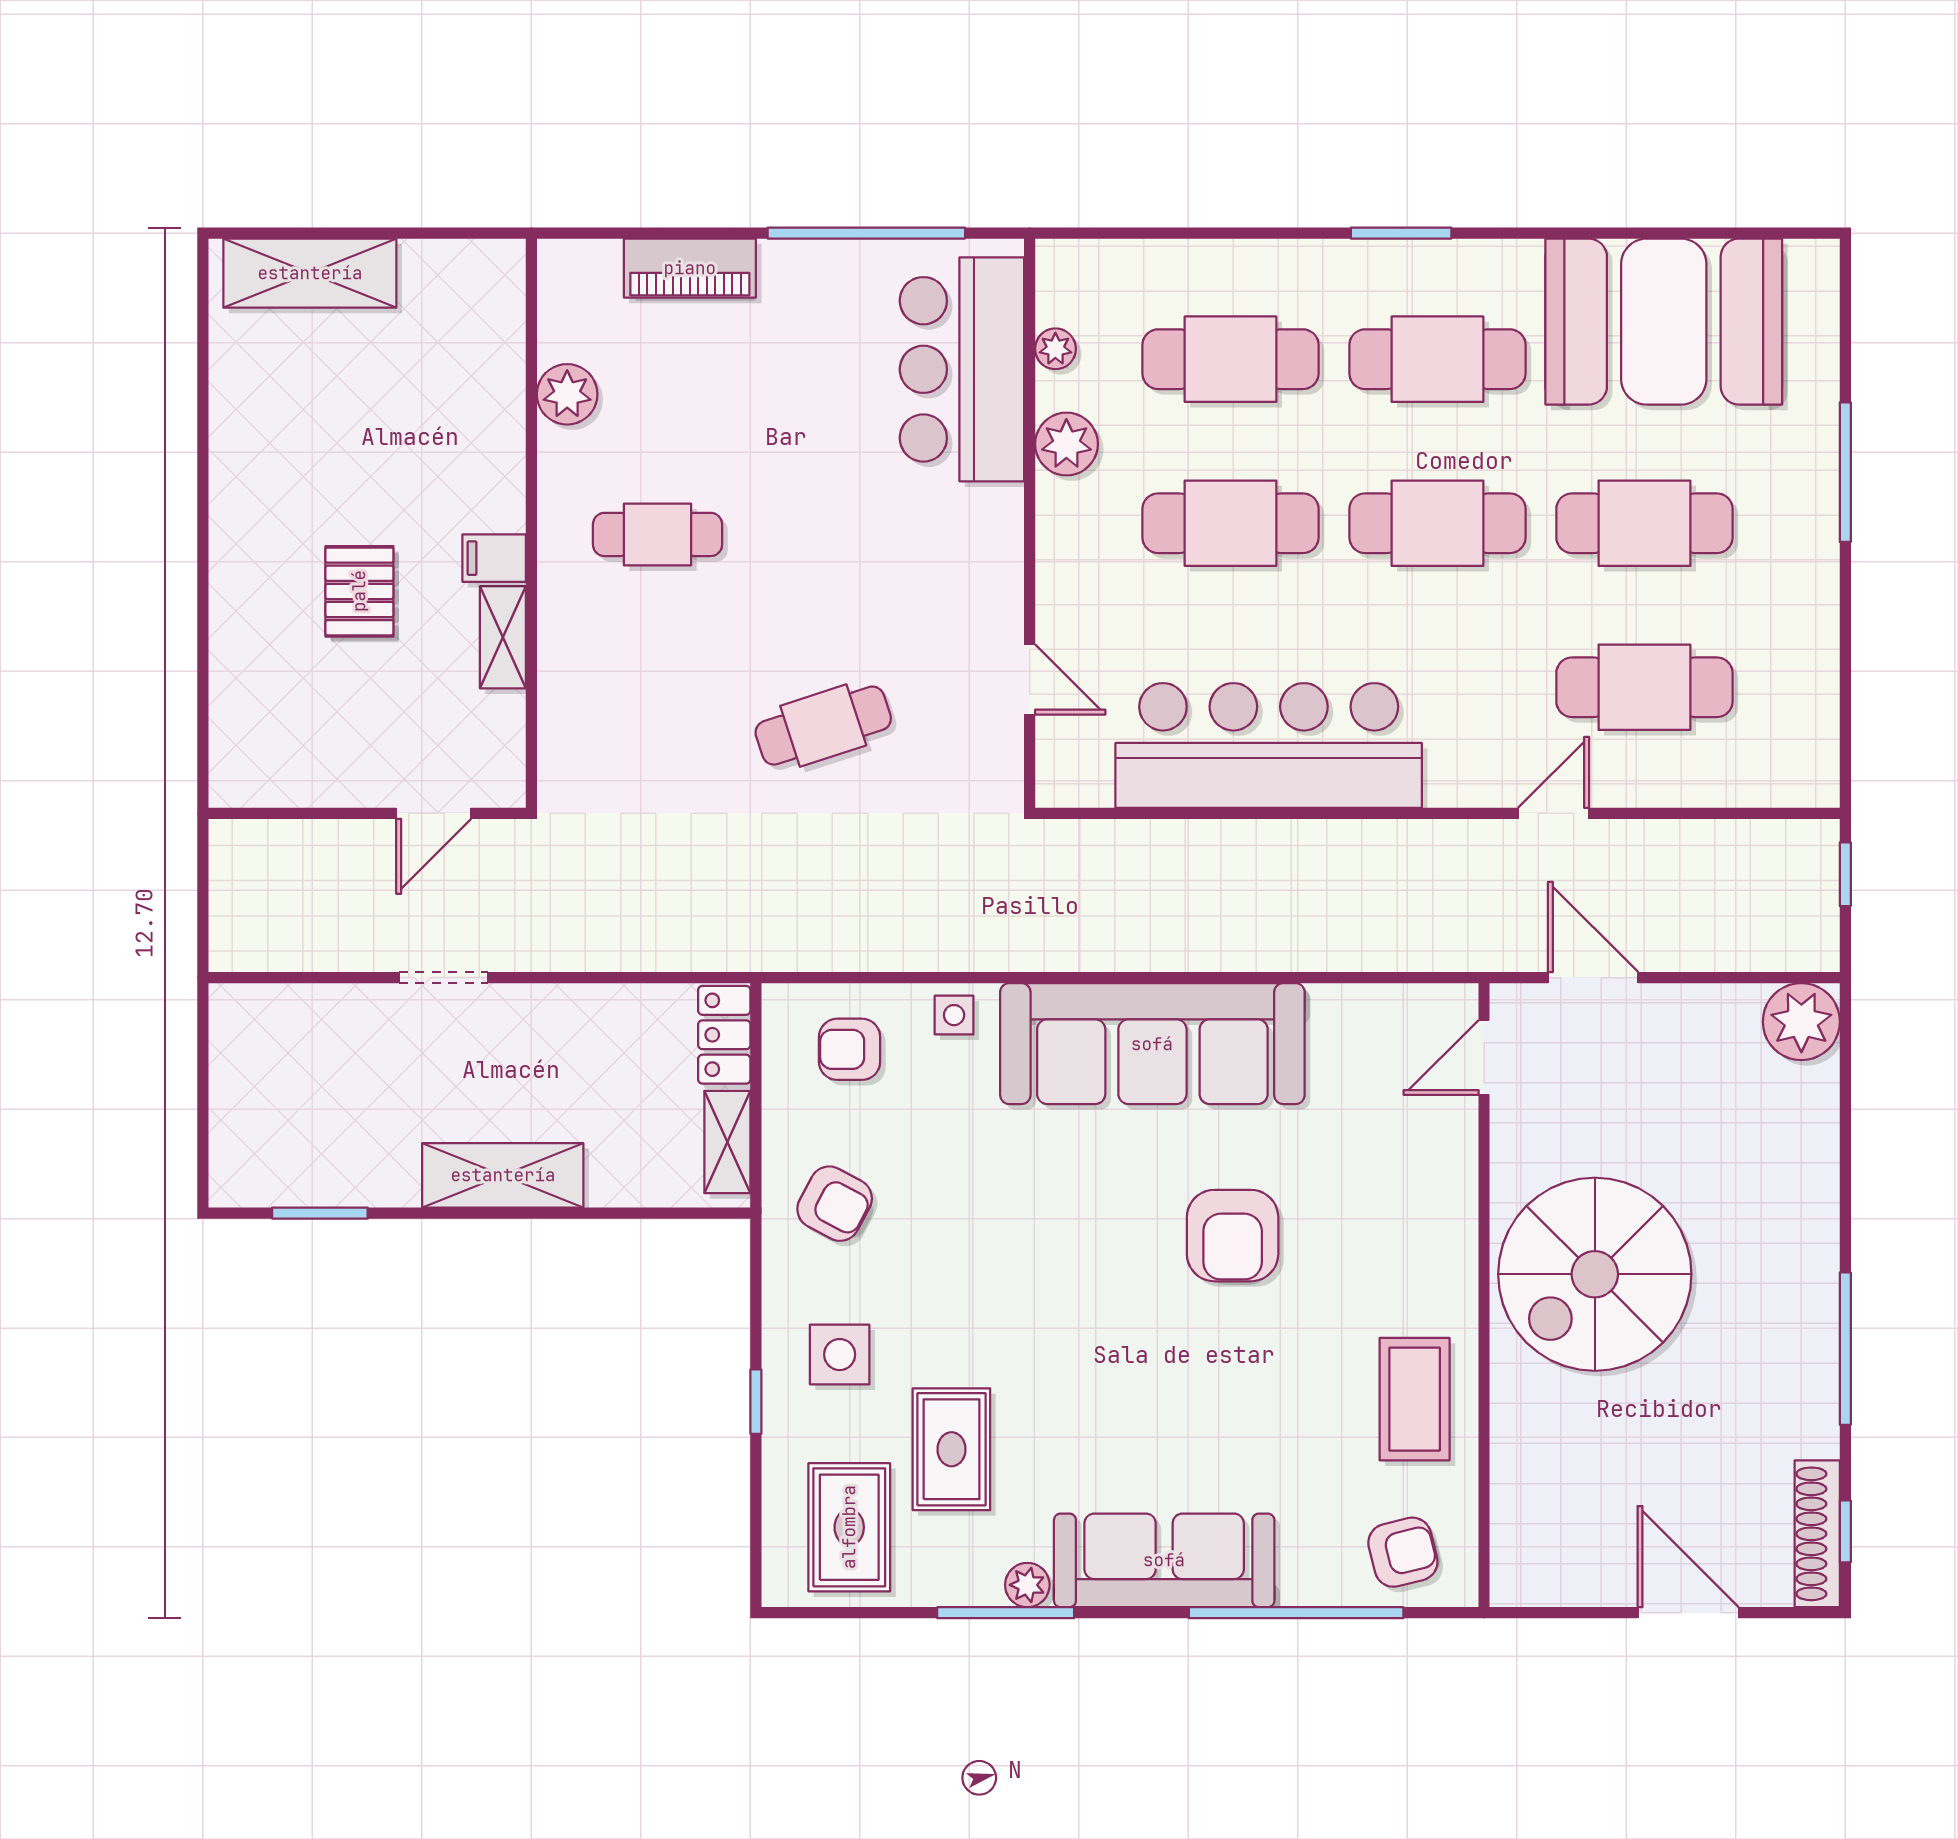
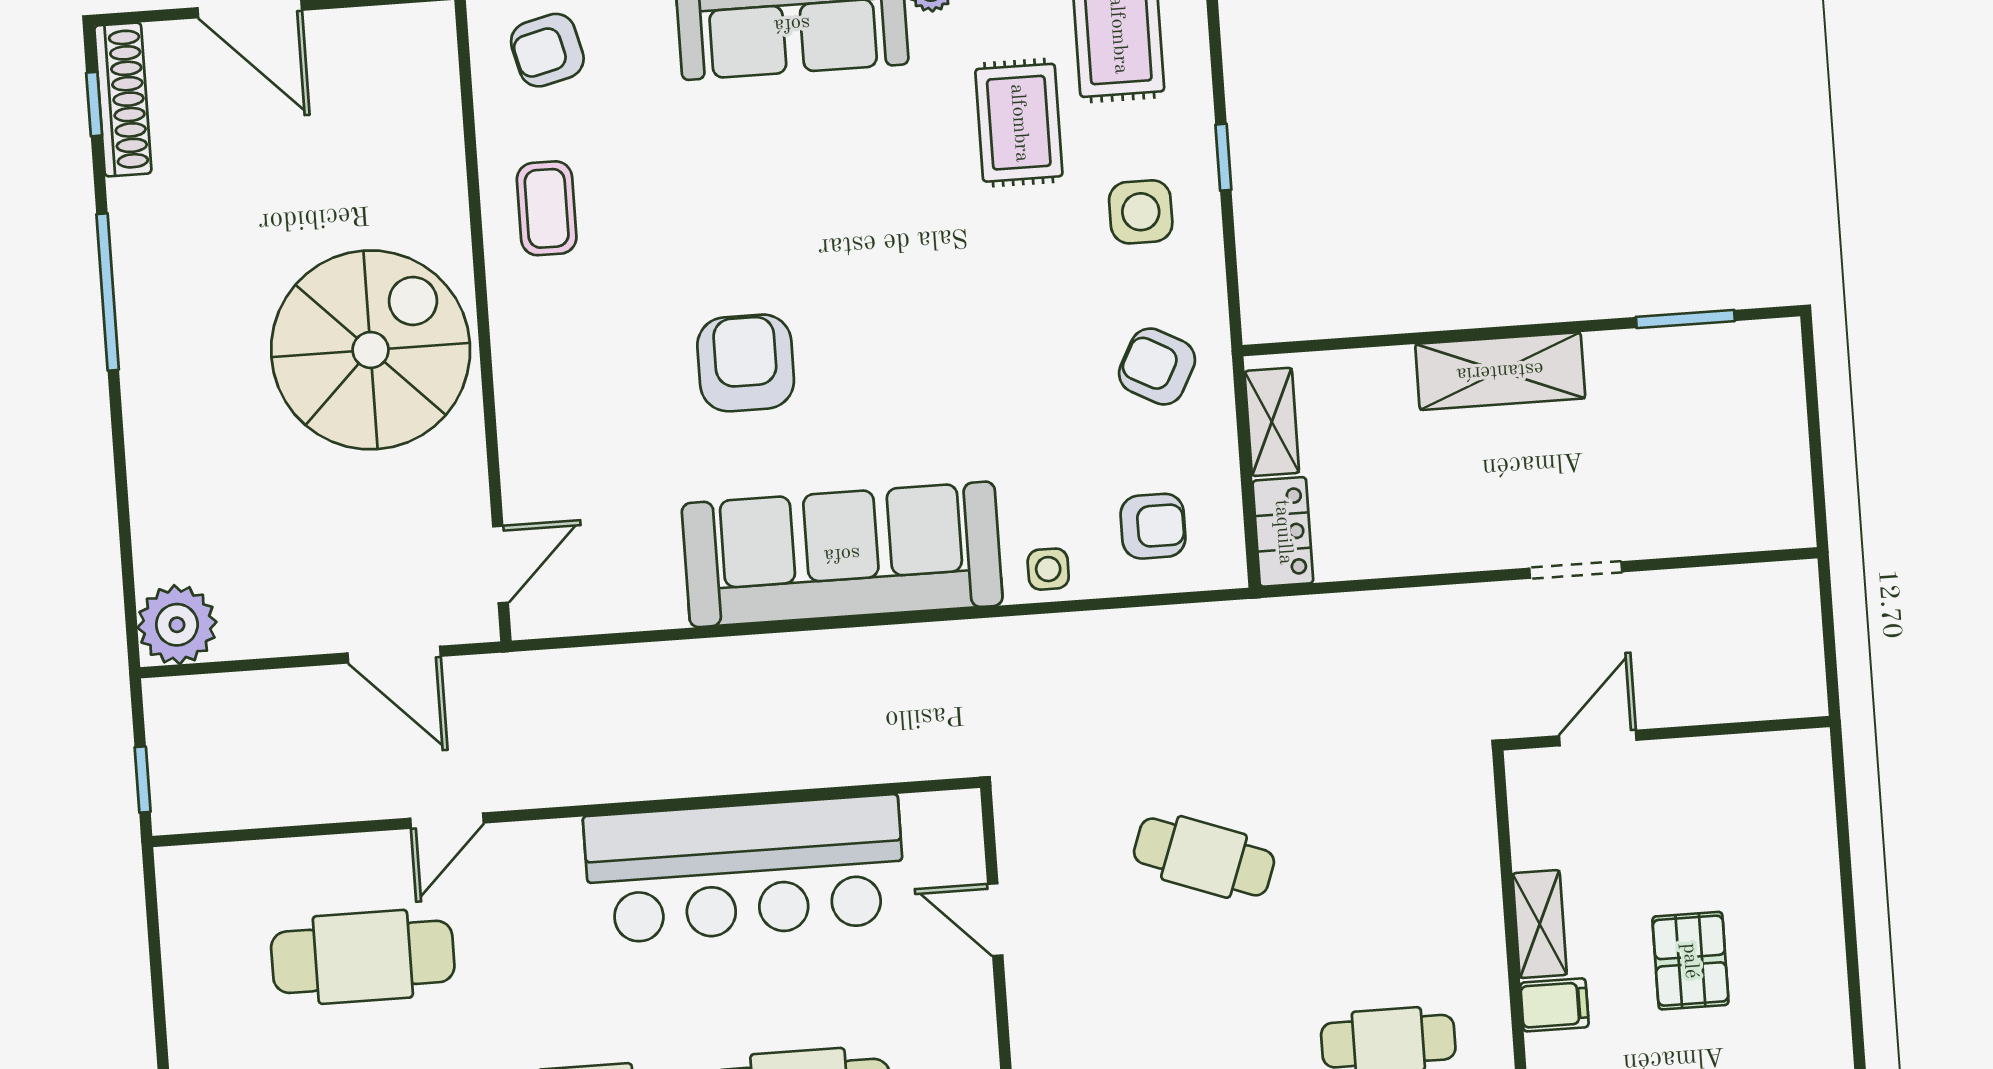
cafe table: (823, 726) -> (1204, 857), turned 38
coffee table: (1415, 1399) -> (547, 208), width x0.73, depth x0.77

